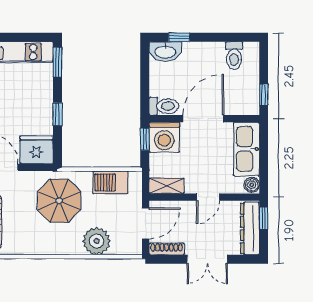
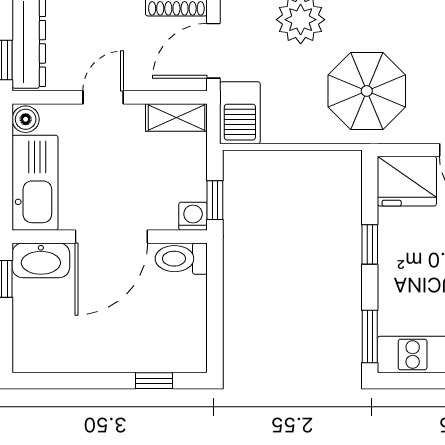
washbasin: (165, 52) -> (41, 260), moved, turned 180
toilet: (234, 56) -> (57, 348), removed
washing machine: (164, 137) -> (193, 216), width x0.53, depth x0.53
barbecue: (110, 182) -> (240, 113), moved, turned 90

